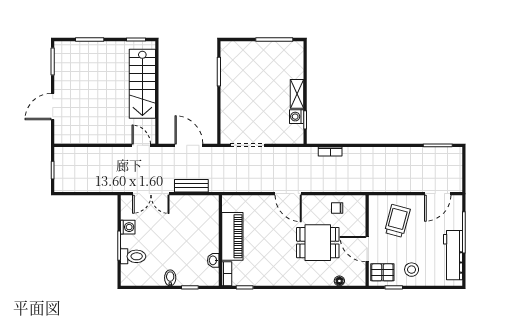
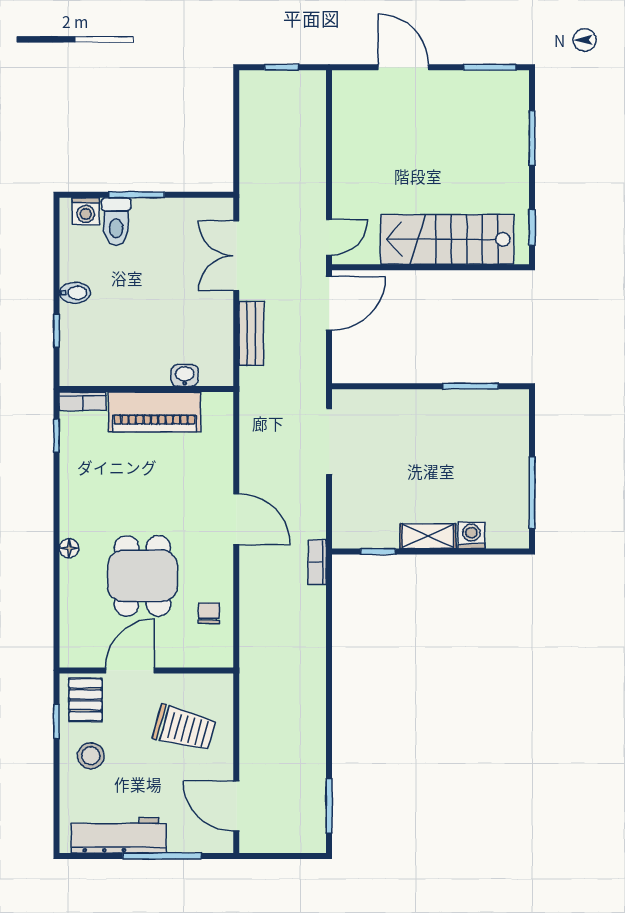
washing machine: (297, 117) -> (471, 535), moved
door: (189, 145) -> (329, 303), moved
bookcase: (330, 152) -> (317, 562), moved
door: (288, 194) -> (236, 519), swing flipped
washing machine: (128, 227) -> (86, 211), moved
washbasin: (213, 260) -> (185, 375), moved
floor lamp: (339, 281) -> (69, 548), moved

